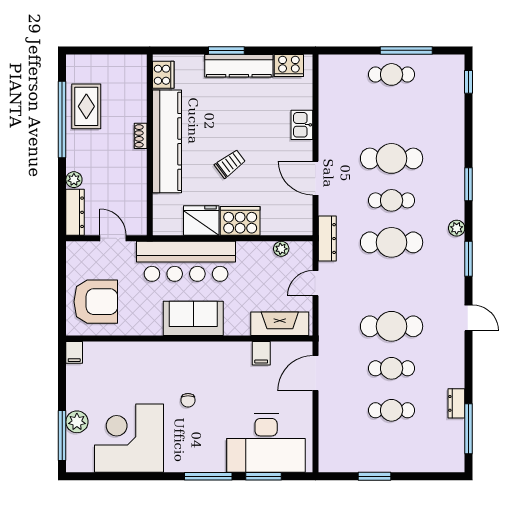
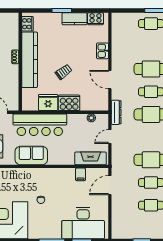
kitchen counter: (239, 66) -> (75, 19), width x0.67
sofa: (193, 318) -> (31, 156), moved

